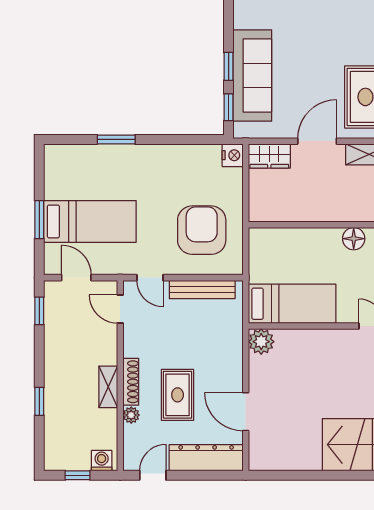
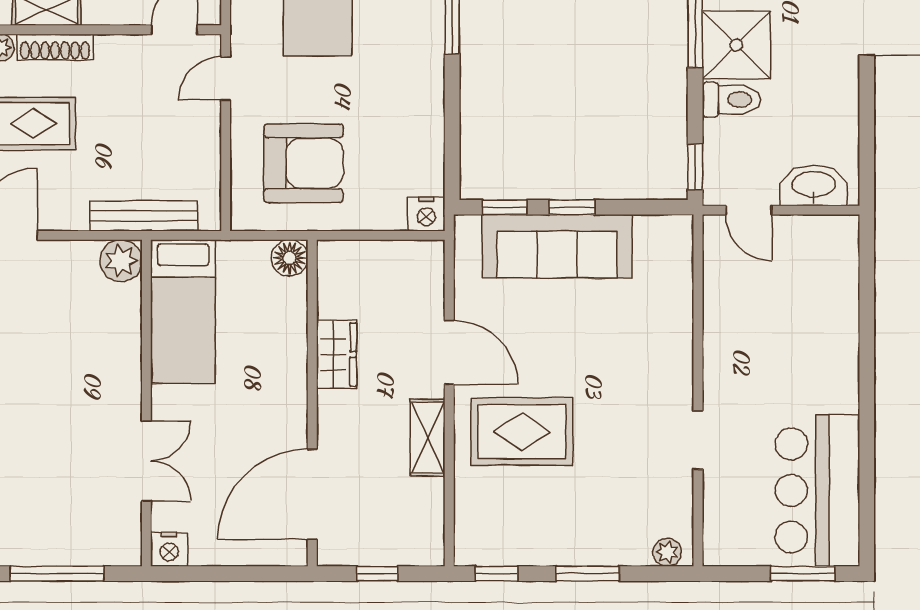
wardrobe: (269, 156) -> (336, 354), moved, turned 180
floor lamp: (354, 239) -> (290, 258), moved
bench: (202, 289) -> (144, 216), moved, turned 90

